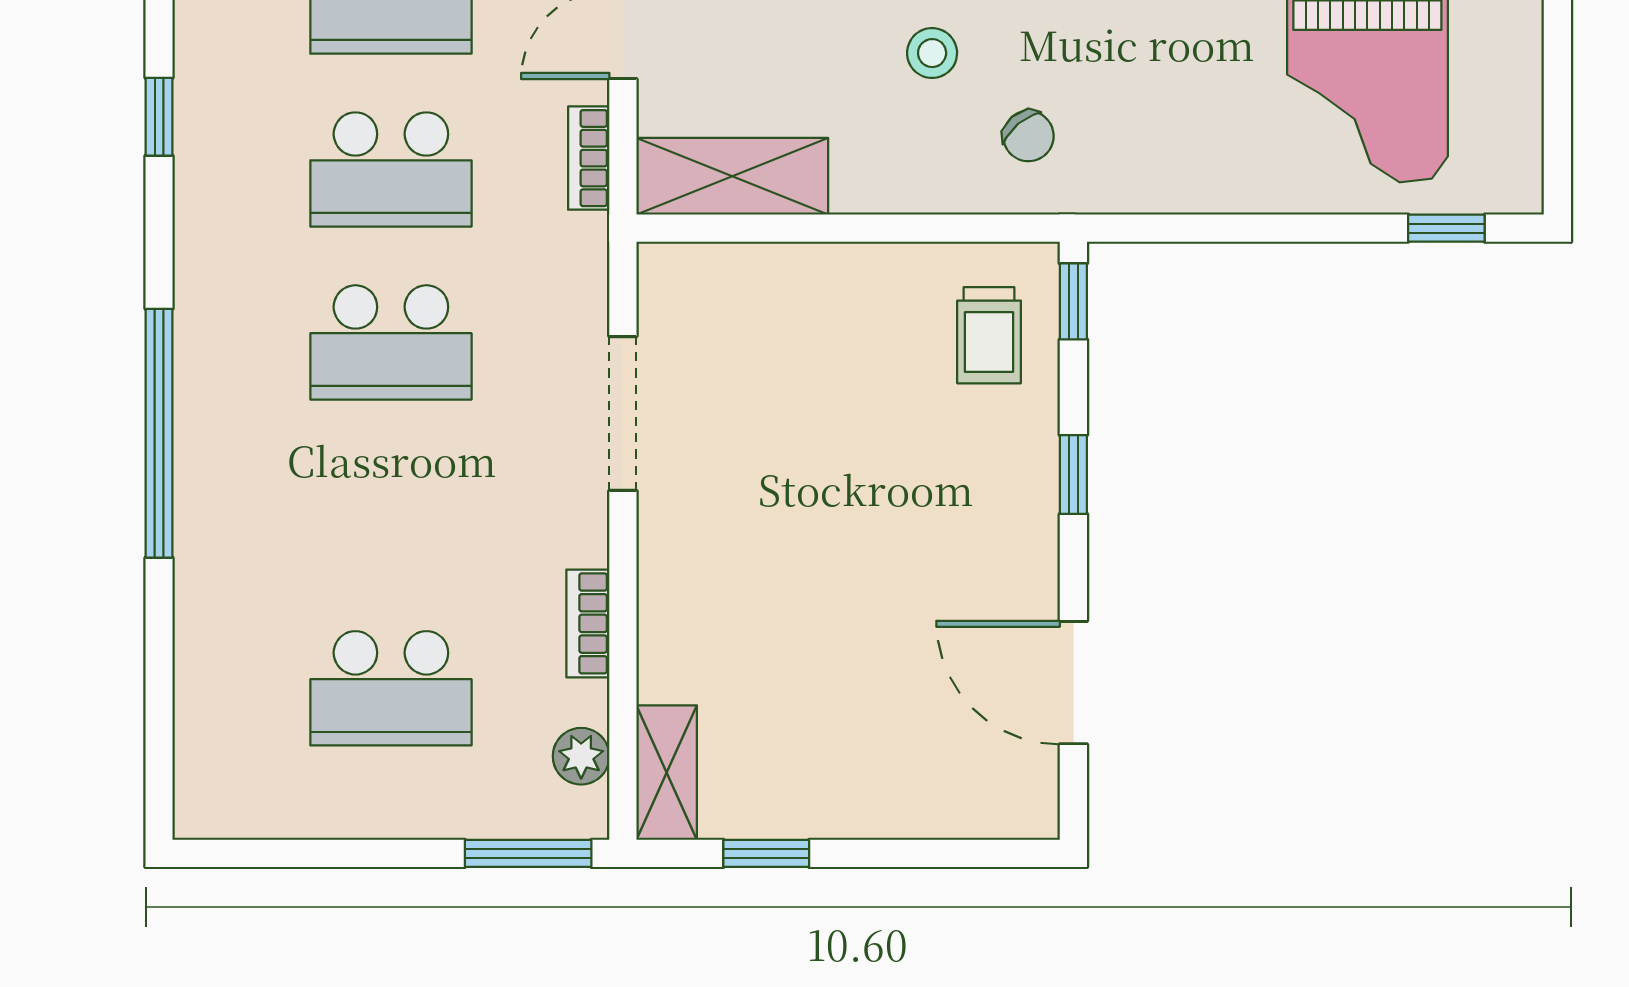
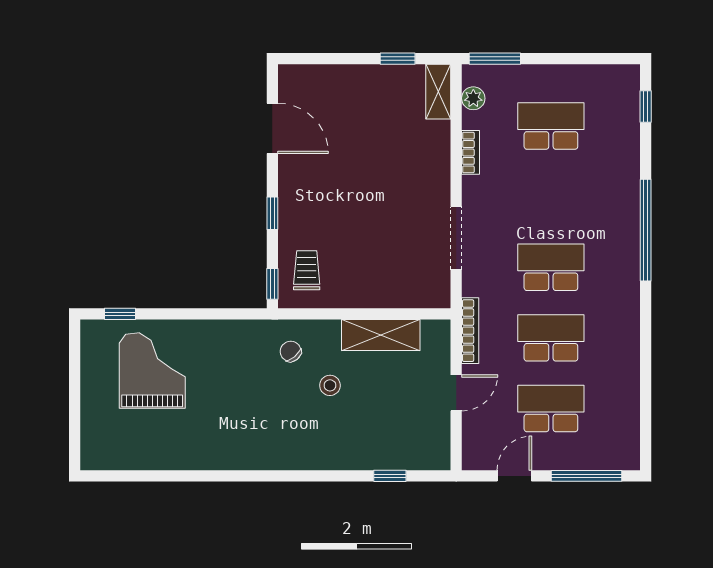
window: (159, 117) -> (646, 106), moved
bookcase: (589, 158) -> (470, 331), width x1.56
shelving: (732, 176) -> (381, 335), moved

